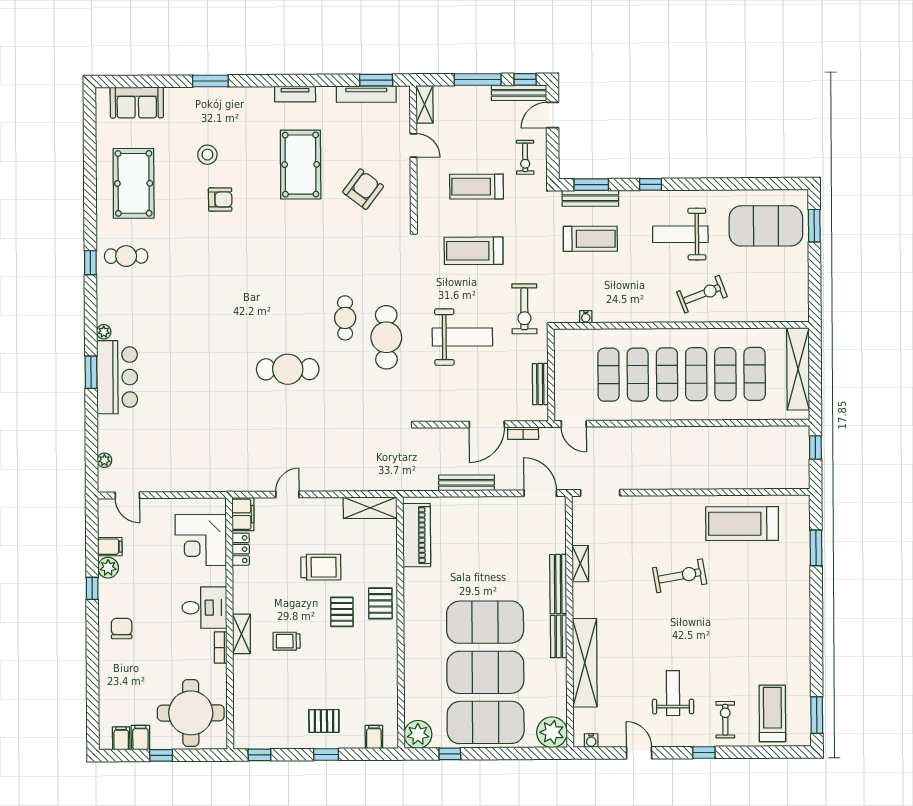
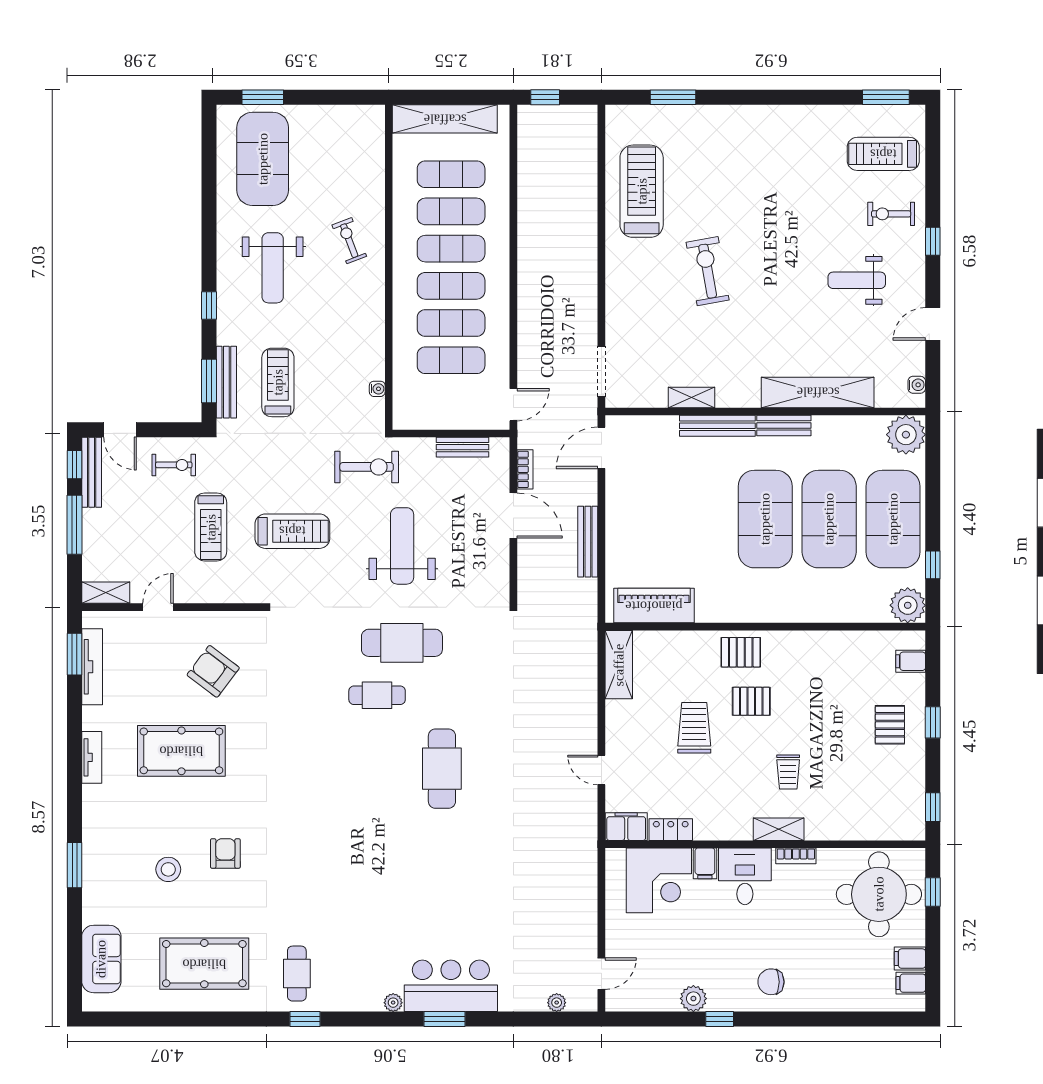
treadmill: (474, 251) -> (292, 531), turned -90
exercise bike: (702, 294) -> (349, 241), width x0.73, depth x0.72
treadmill: (742, 524) -> (642, 191), turned 180
filing cabinet: (110, 547) -> (705, 863), moved, turned 180
window: (161, 755) -> (933, 892), moved

